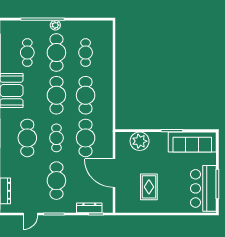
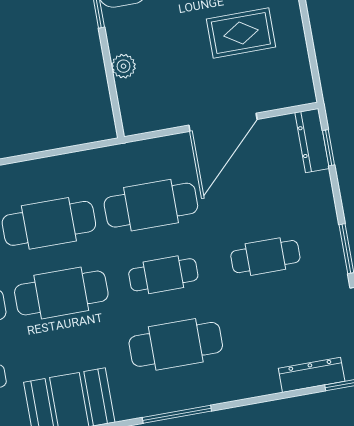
plant: (140, 141) -> (123, 66), width x0.53, depth x0.53
cafe table: (56, 181) -> (265, 257), width x0.73, depth x0.74
dresser: (89, 208) -> (312, 140), moved

